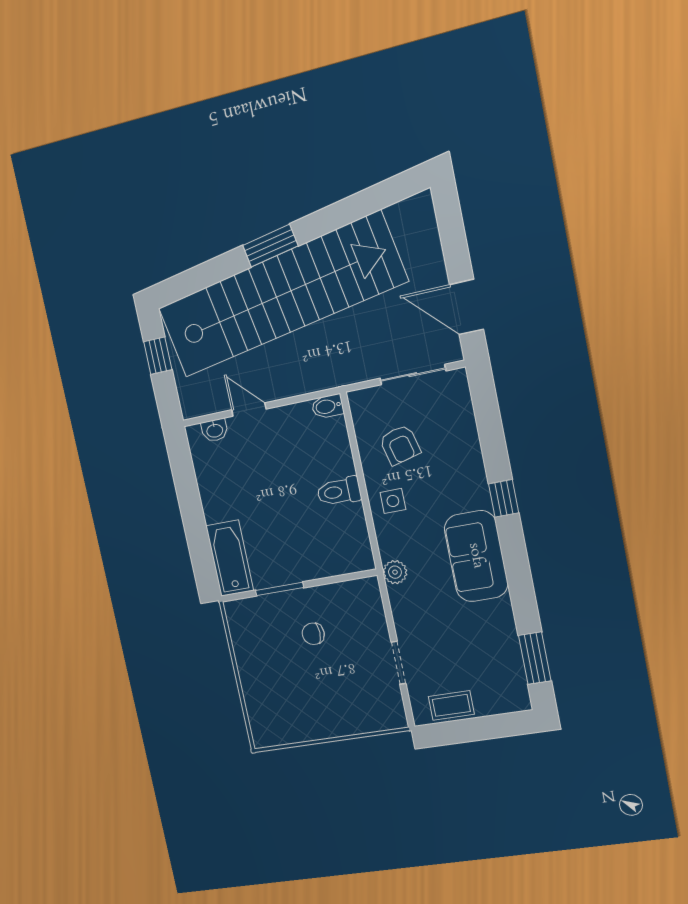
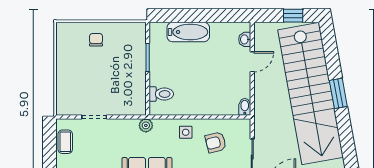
toilet: (339, 491) -> (161, 94), moved, turned 90
bathtub: (230, 558) -> (188, 32), moved
chair: (313, 634) -> (96, 40), moved

